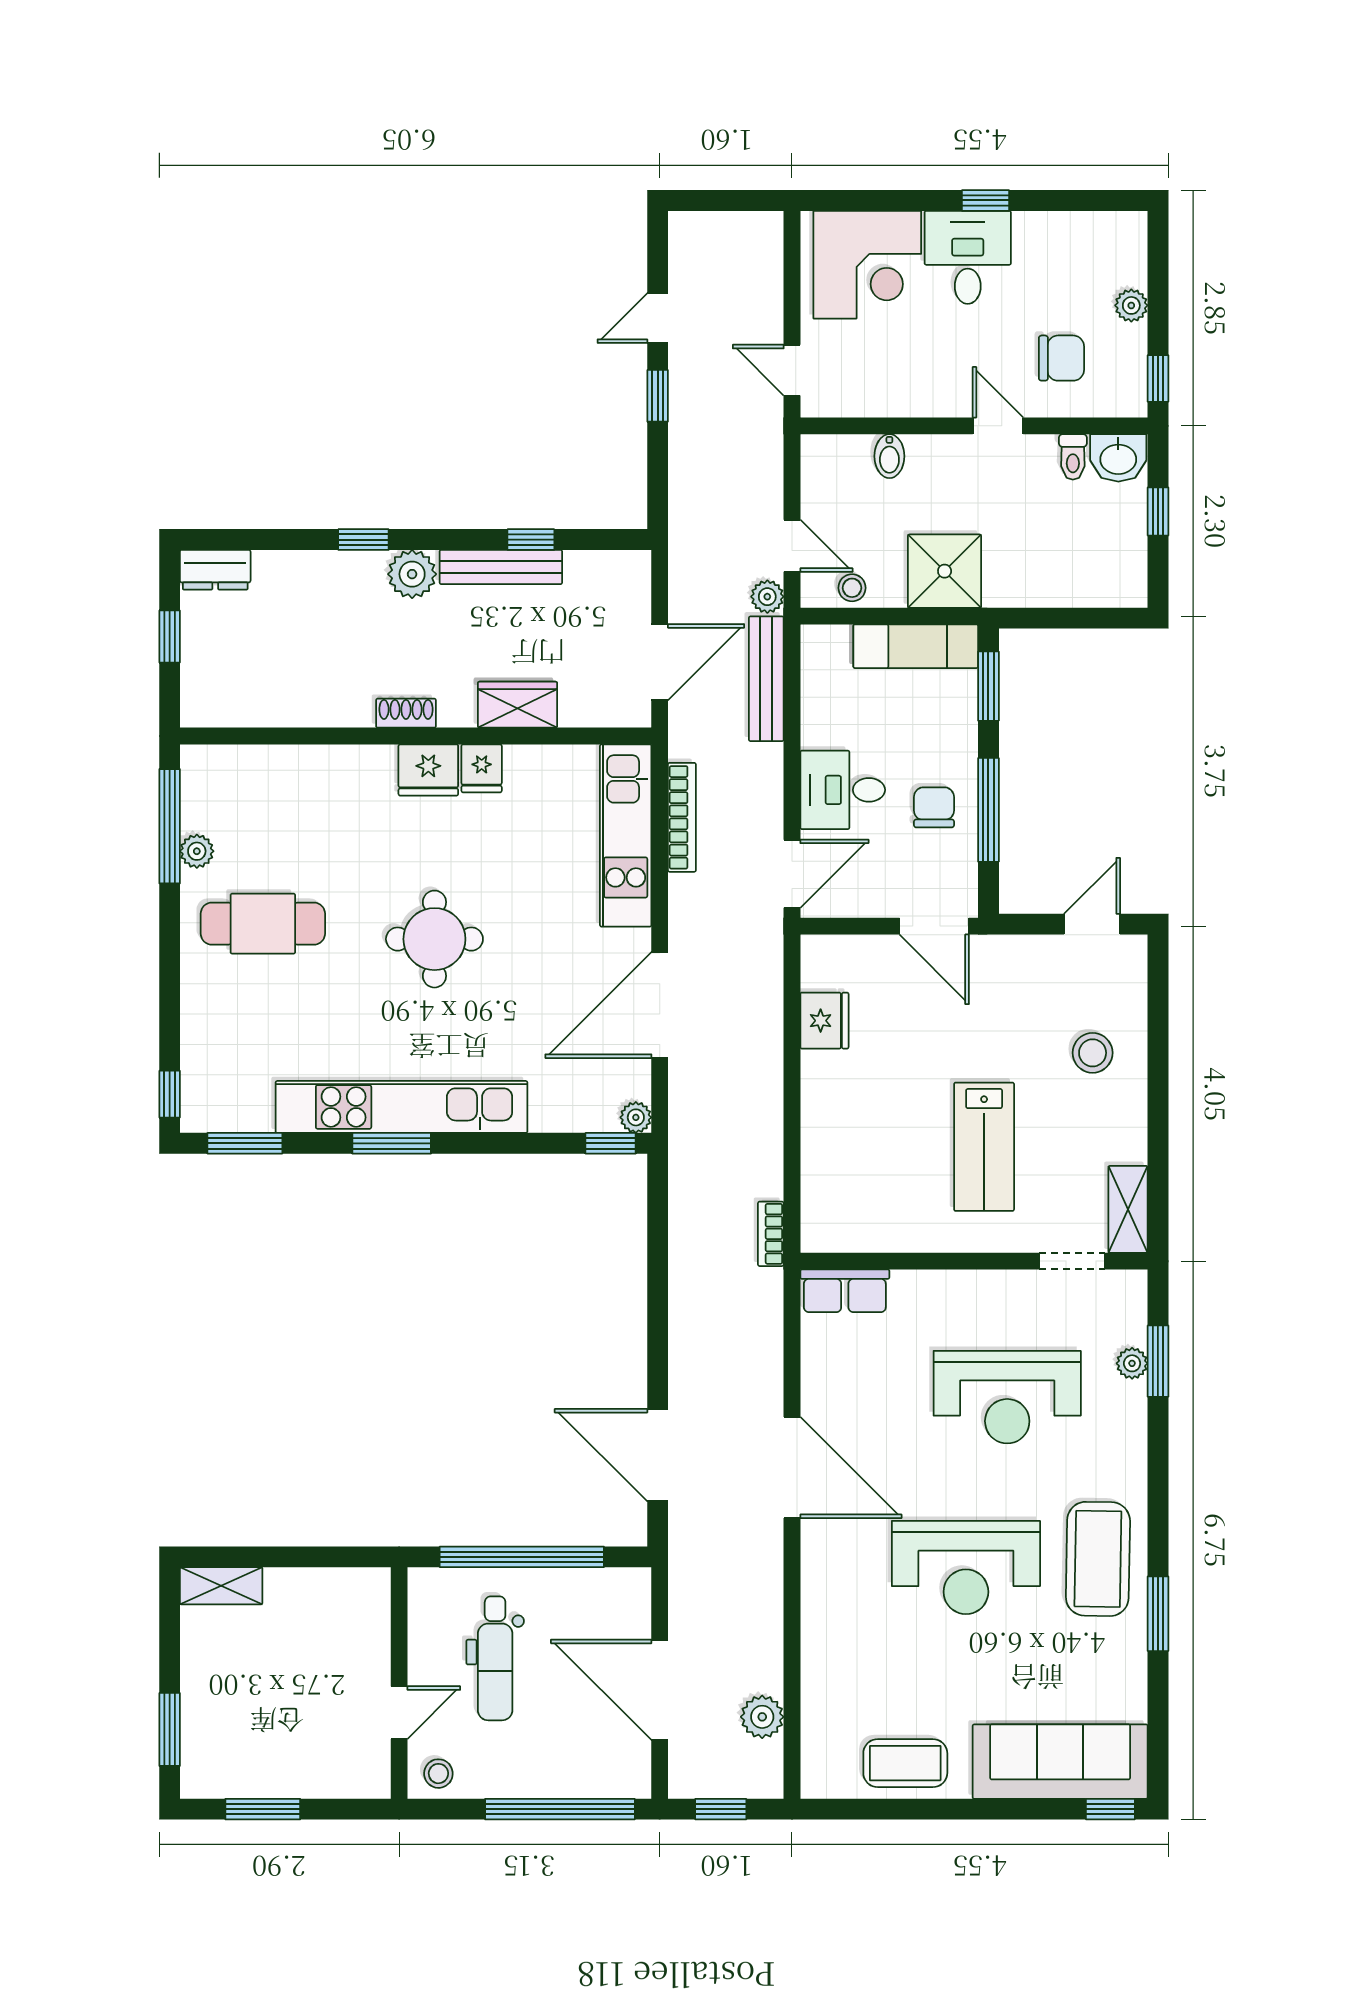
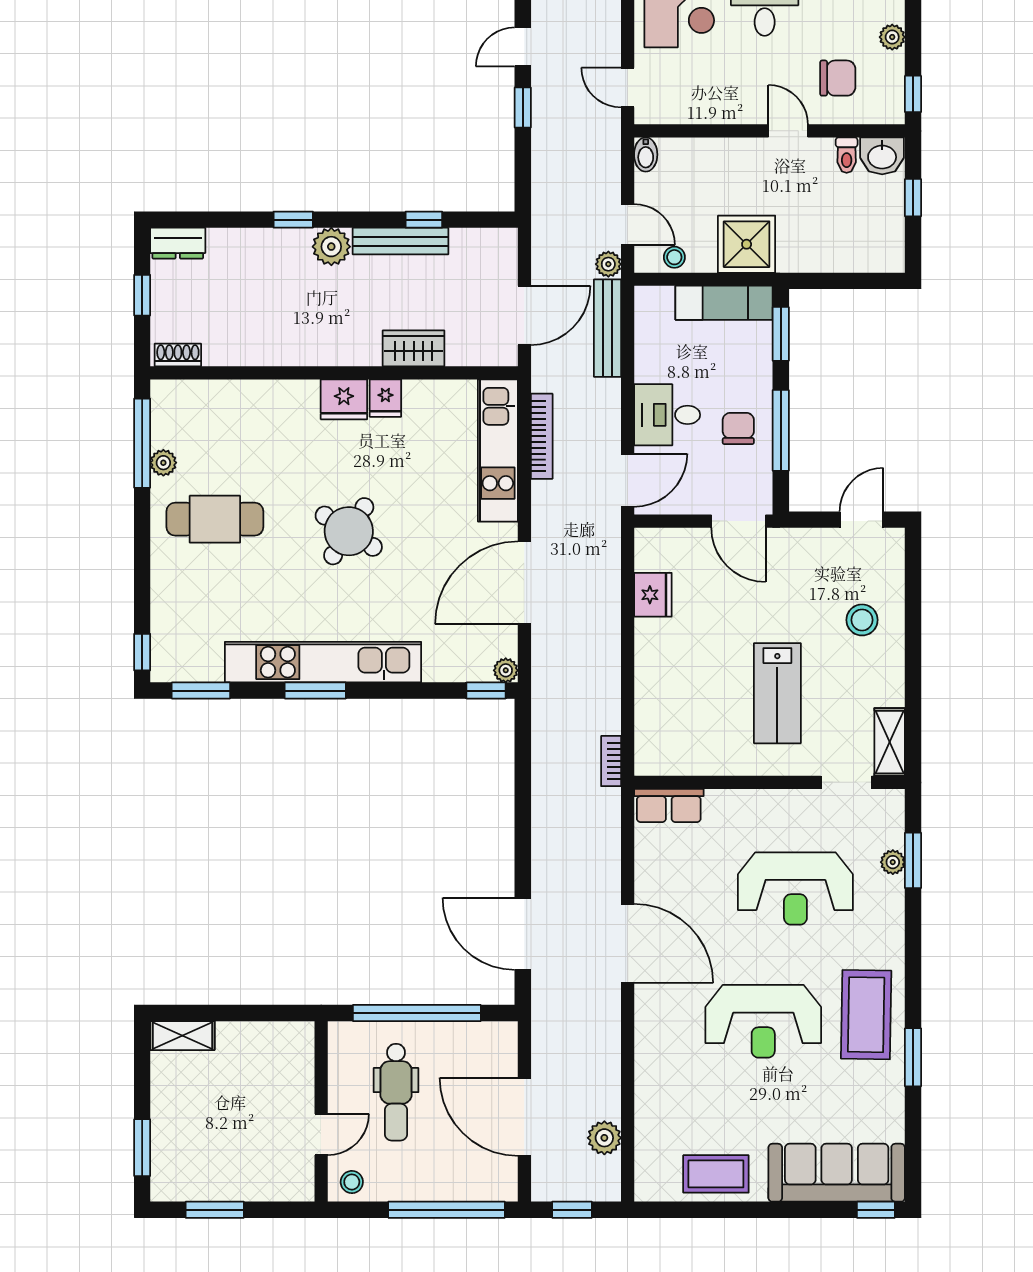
bidet: (889, 456) -> (646, 155), moved
shoe rack: (406, 713) -> (178, 355), moved
round table: (434, 939) -> (349, 531), turned 33

